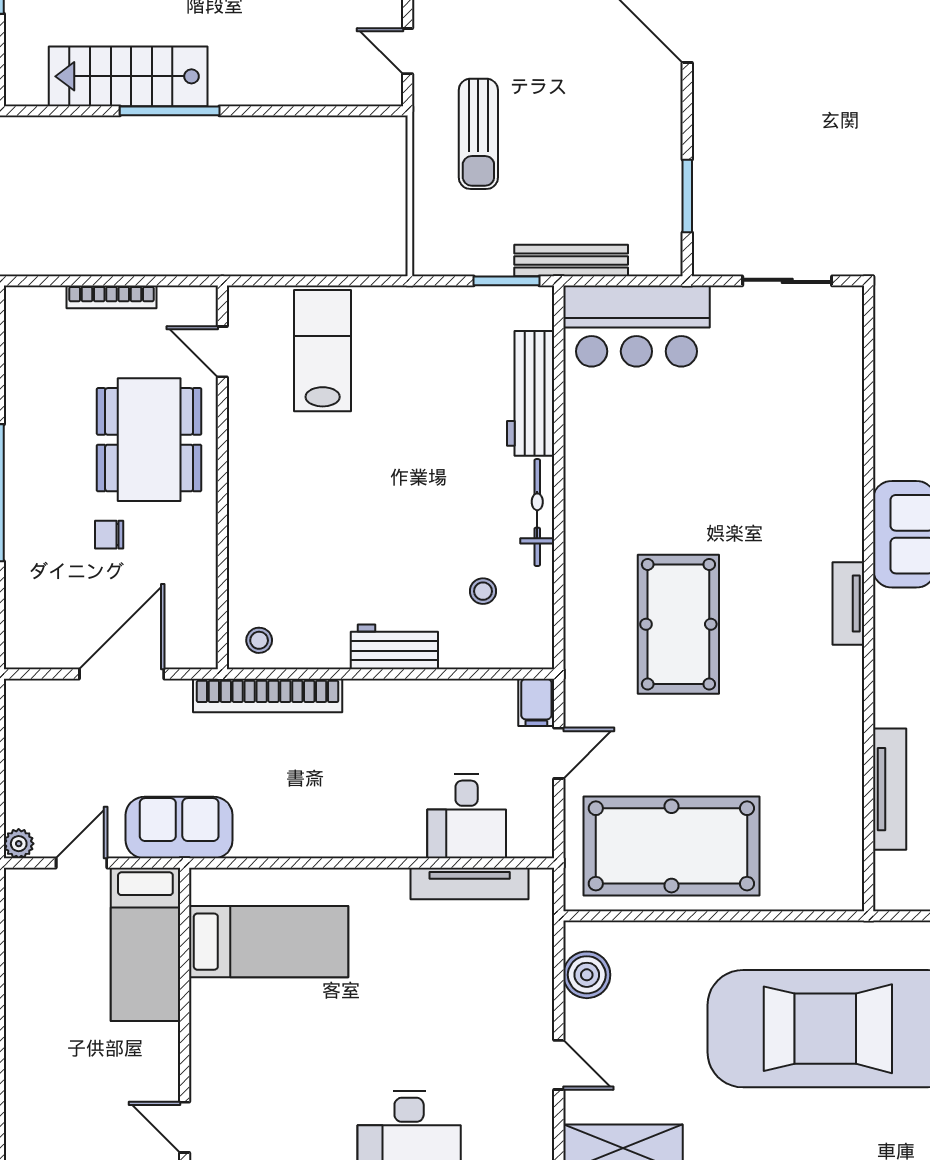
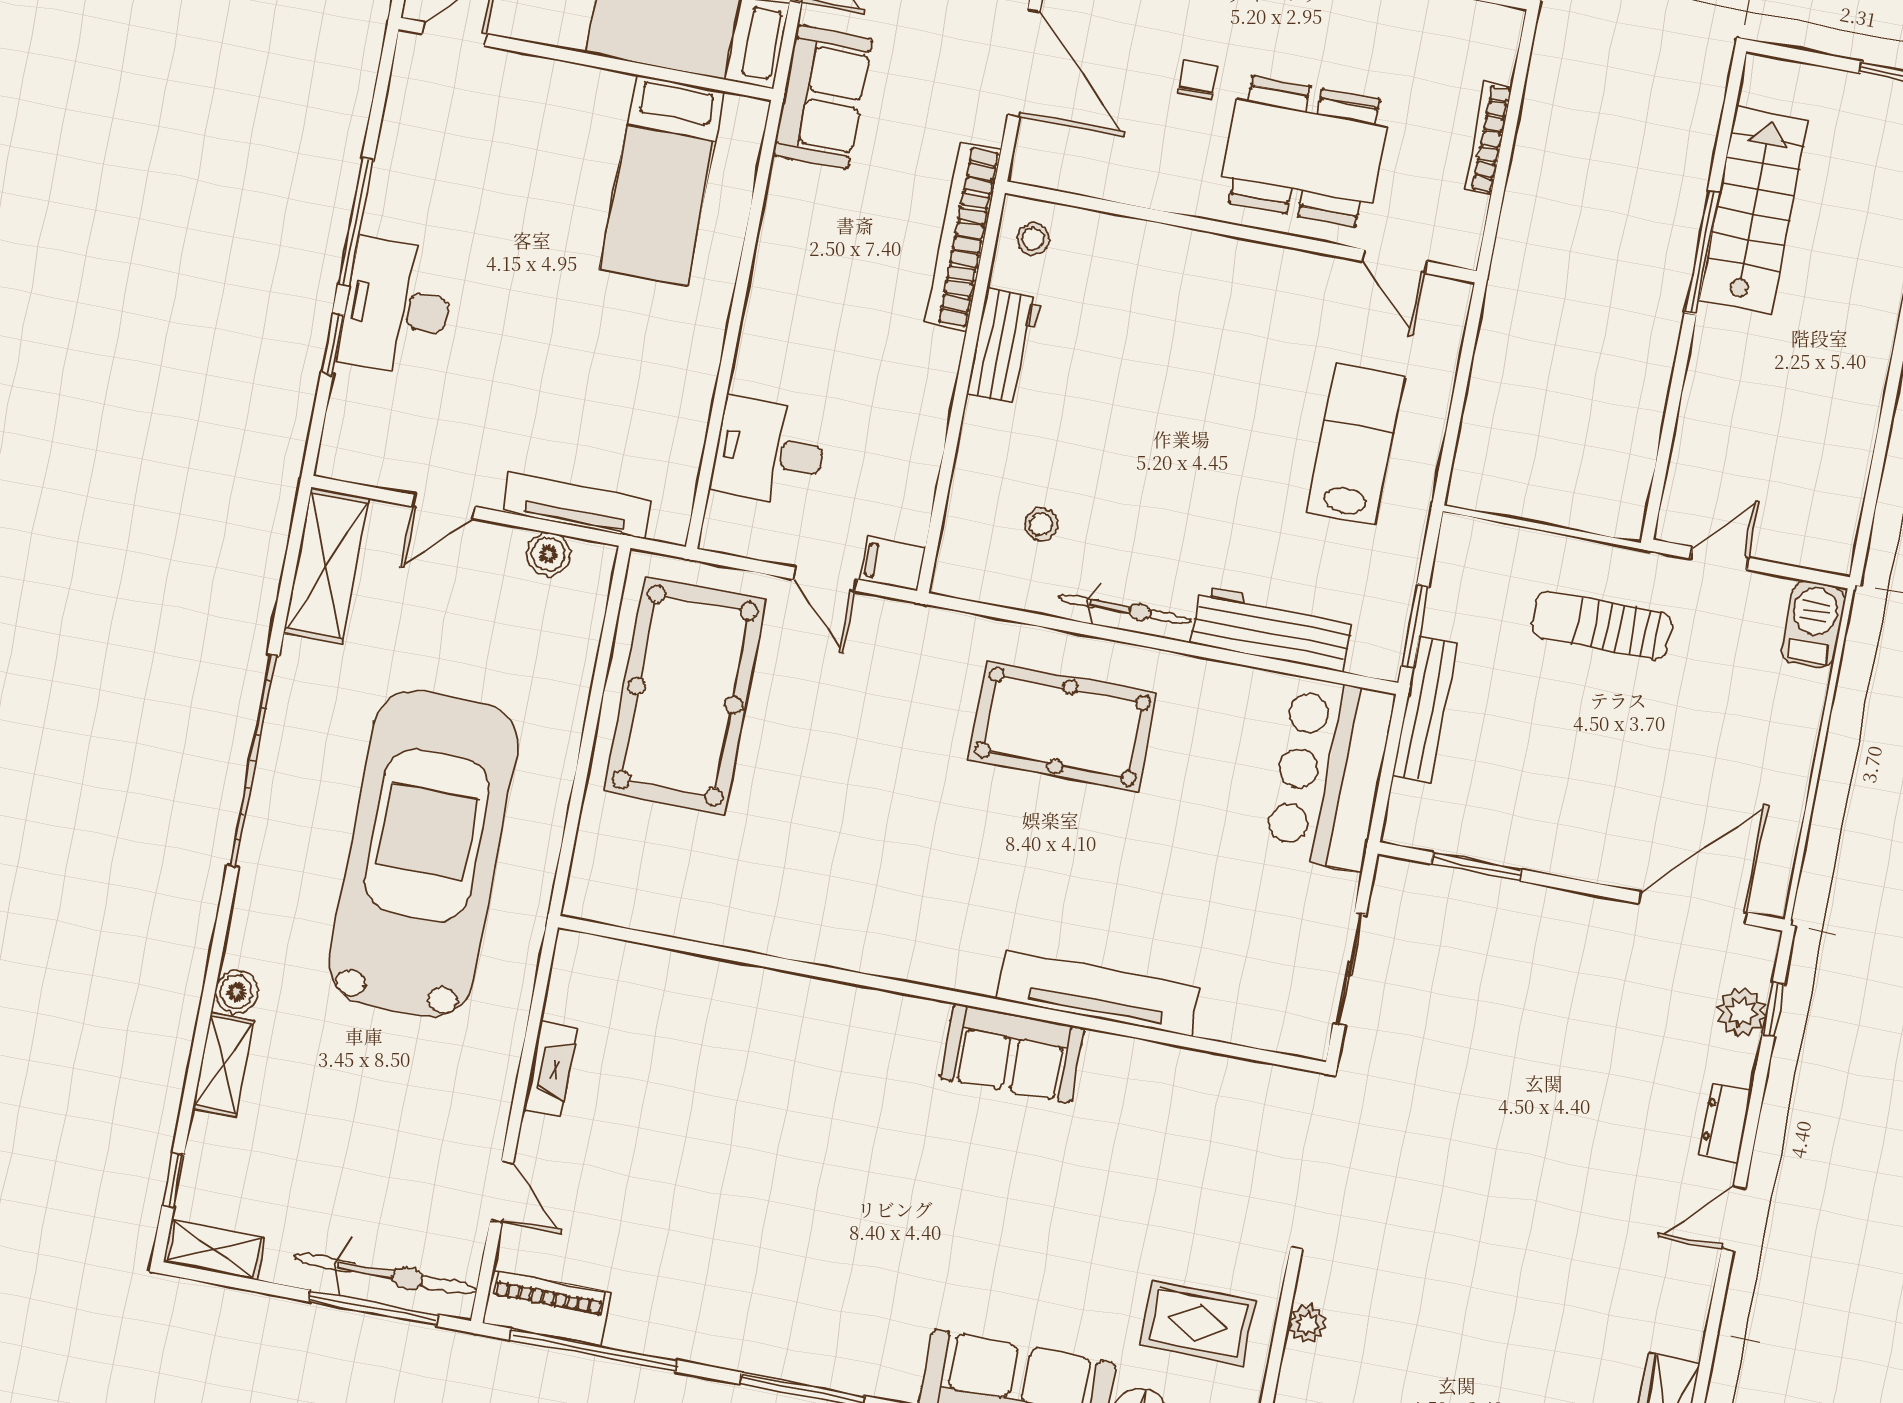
lab bench: (323, 351) -> (1356, 444), moved, turned -90
door: (222, 352) -> (1395, 261), swing flipped
tv unit: (848, 603) -> (1098, 993), moved, width x1.92, depth x1.29
pool table: (678, 624) -> (1063, 727), moved
workbench: (394, 647) -> (1004, 346), moved
tv unit: (890, 789) -> (704, 976), removed
tv unit: (470, 883) -> (577, 506), moved, turned 90
boiler: (587, 975) -> (549, 554), width x0.73, depth x0.73

